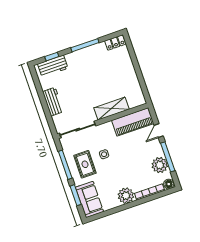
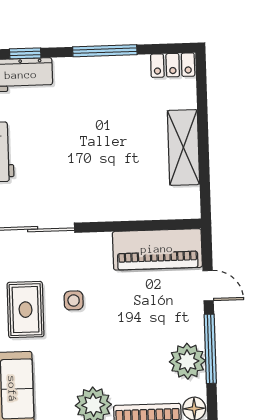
shelving: (111, 109) -> (183, 147), moved, turned 90
door: (159, 131) -> (208, 286), swing flipped

